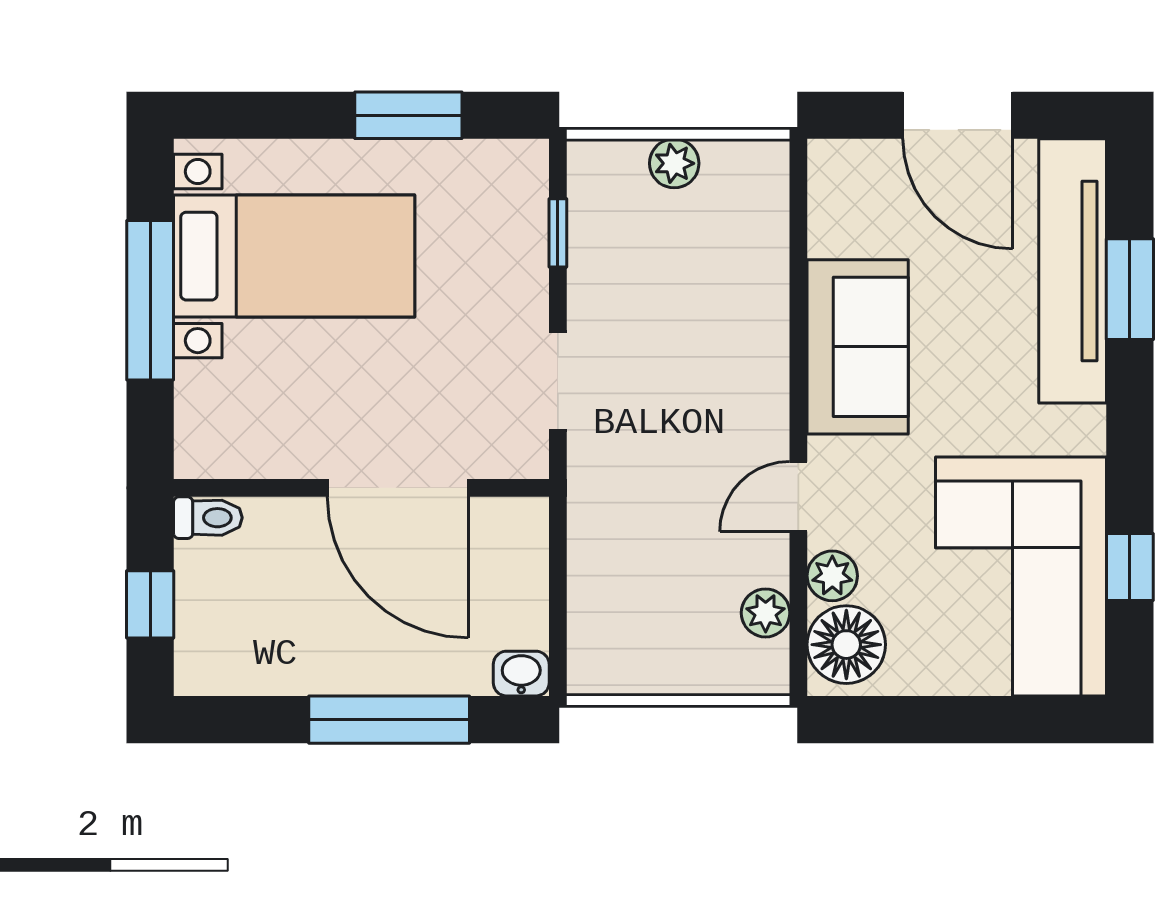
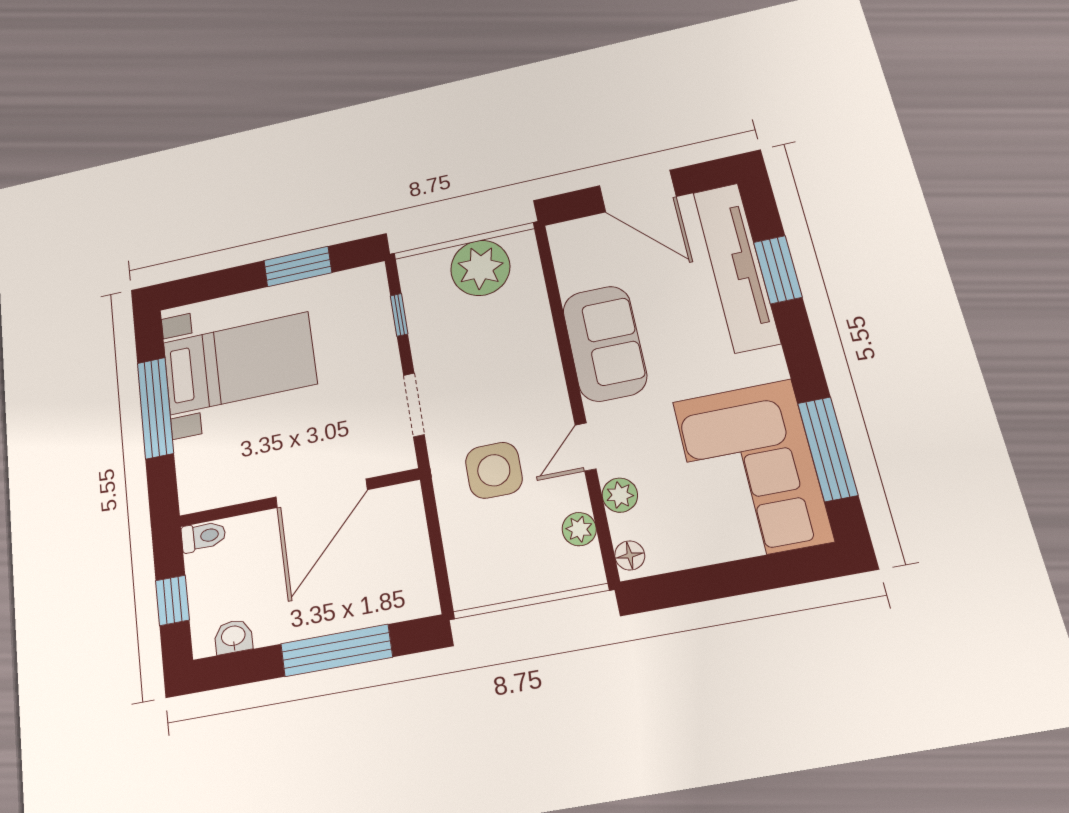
plant: (674, 163) -> (480, 268), width x1.88, depth x1.88
door: (398, 488) -> (321, 493), hinge flipped
side table: (660, 504) -> (494, 470), added
window: (1130, 567) -> (828, 449), width x2.17
floor lamp: (846, 645) -> (630, 555), width x0.53, depth x0.53
washbasin: (521, 674) -> (233, 637), moved

